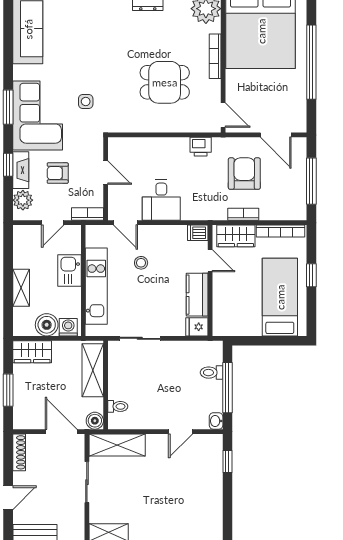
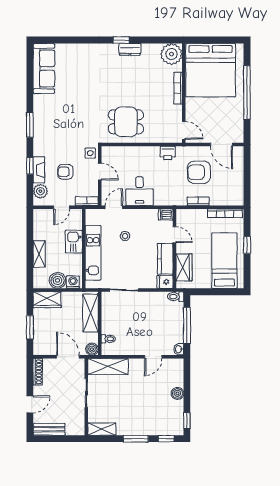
dining table: (165, 82) -> (126, 122), moved
side table: (86, 101) -> (90, 153), moved
corner sofa: (38, 116) -> (51, 131), removed
armchair: (244, 174) -> (199, 172), turned -90
window: (311, 181) -> (247, 178), removed
door: (125, 223) -> (114, 207), swing flipped
wardrobe: (236, 236) -> (184, 267), moved, turned -90
toilet: (212, 373) -> (176, 297), moved
window: (227, 461) -> (187, 421), moved
boiler: (214, 483) -> (177, 393), added

